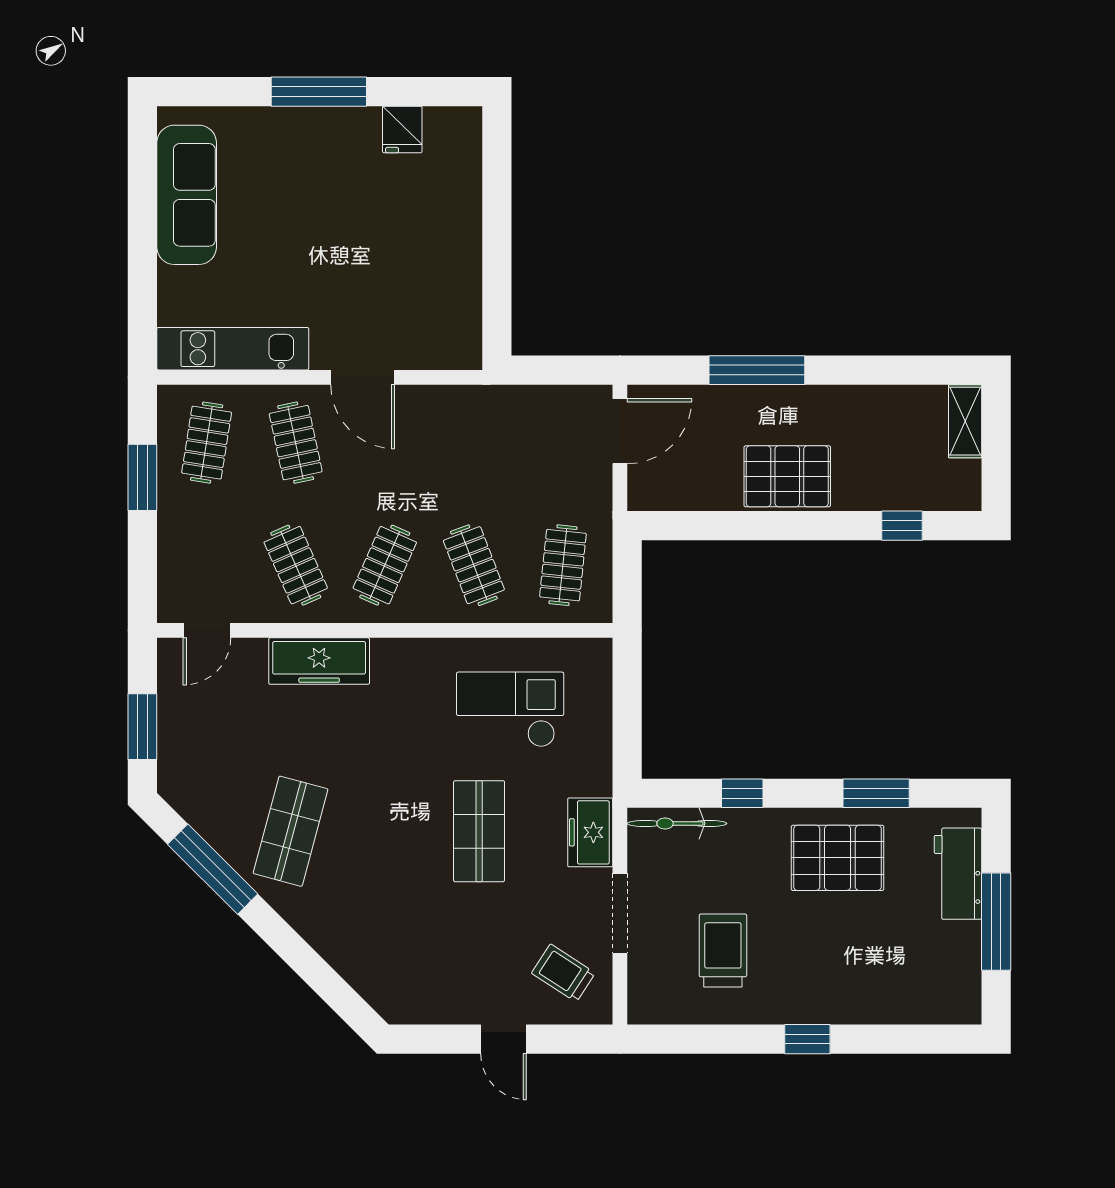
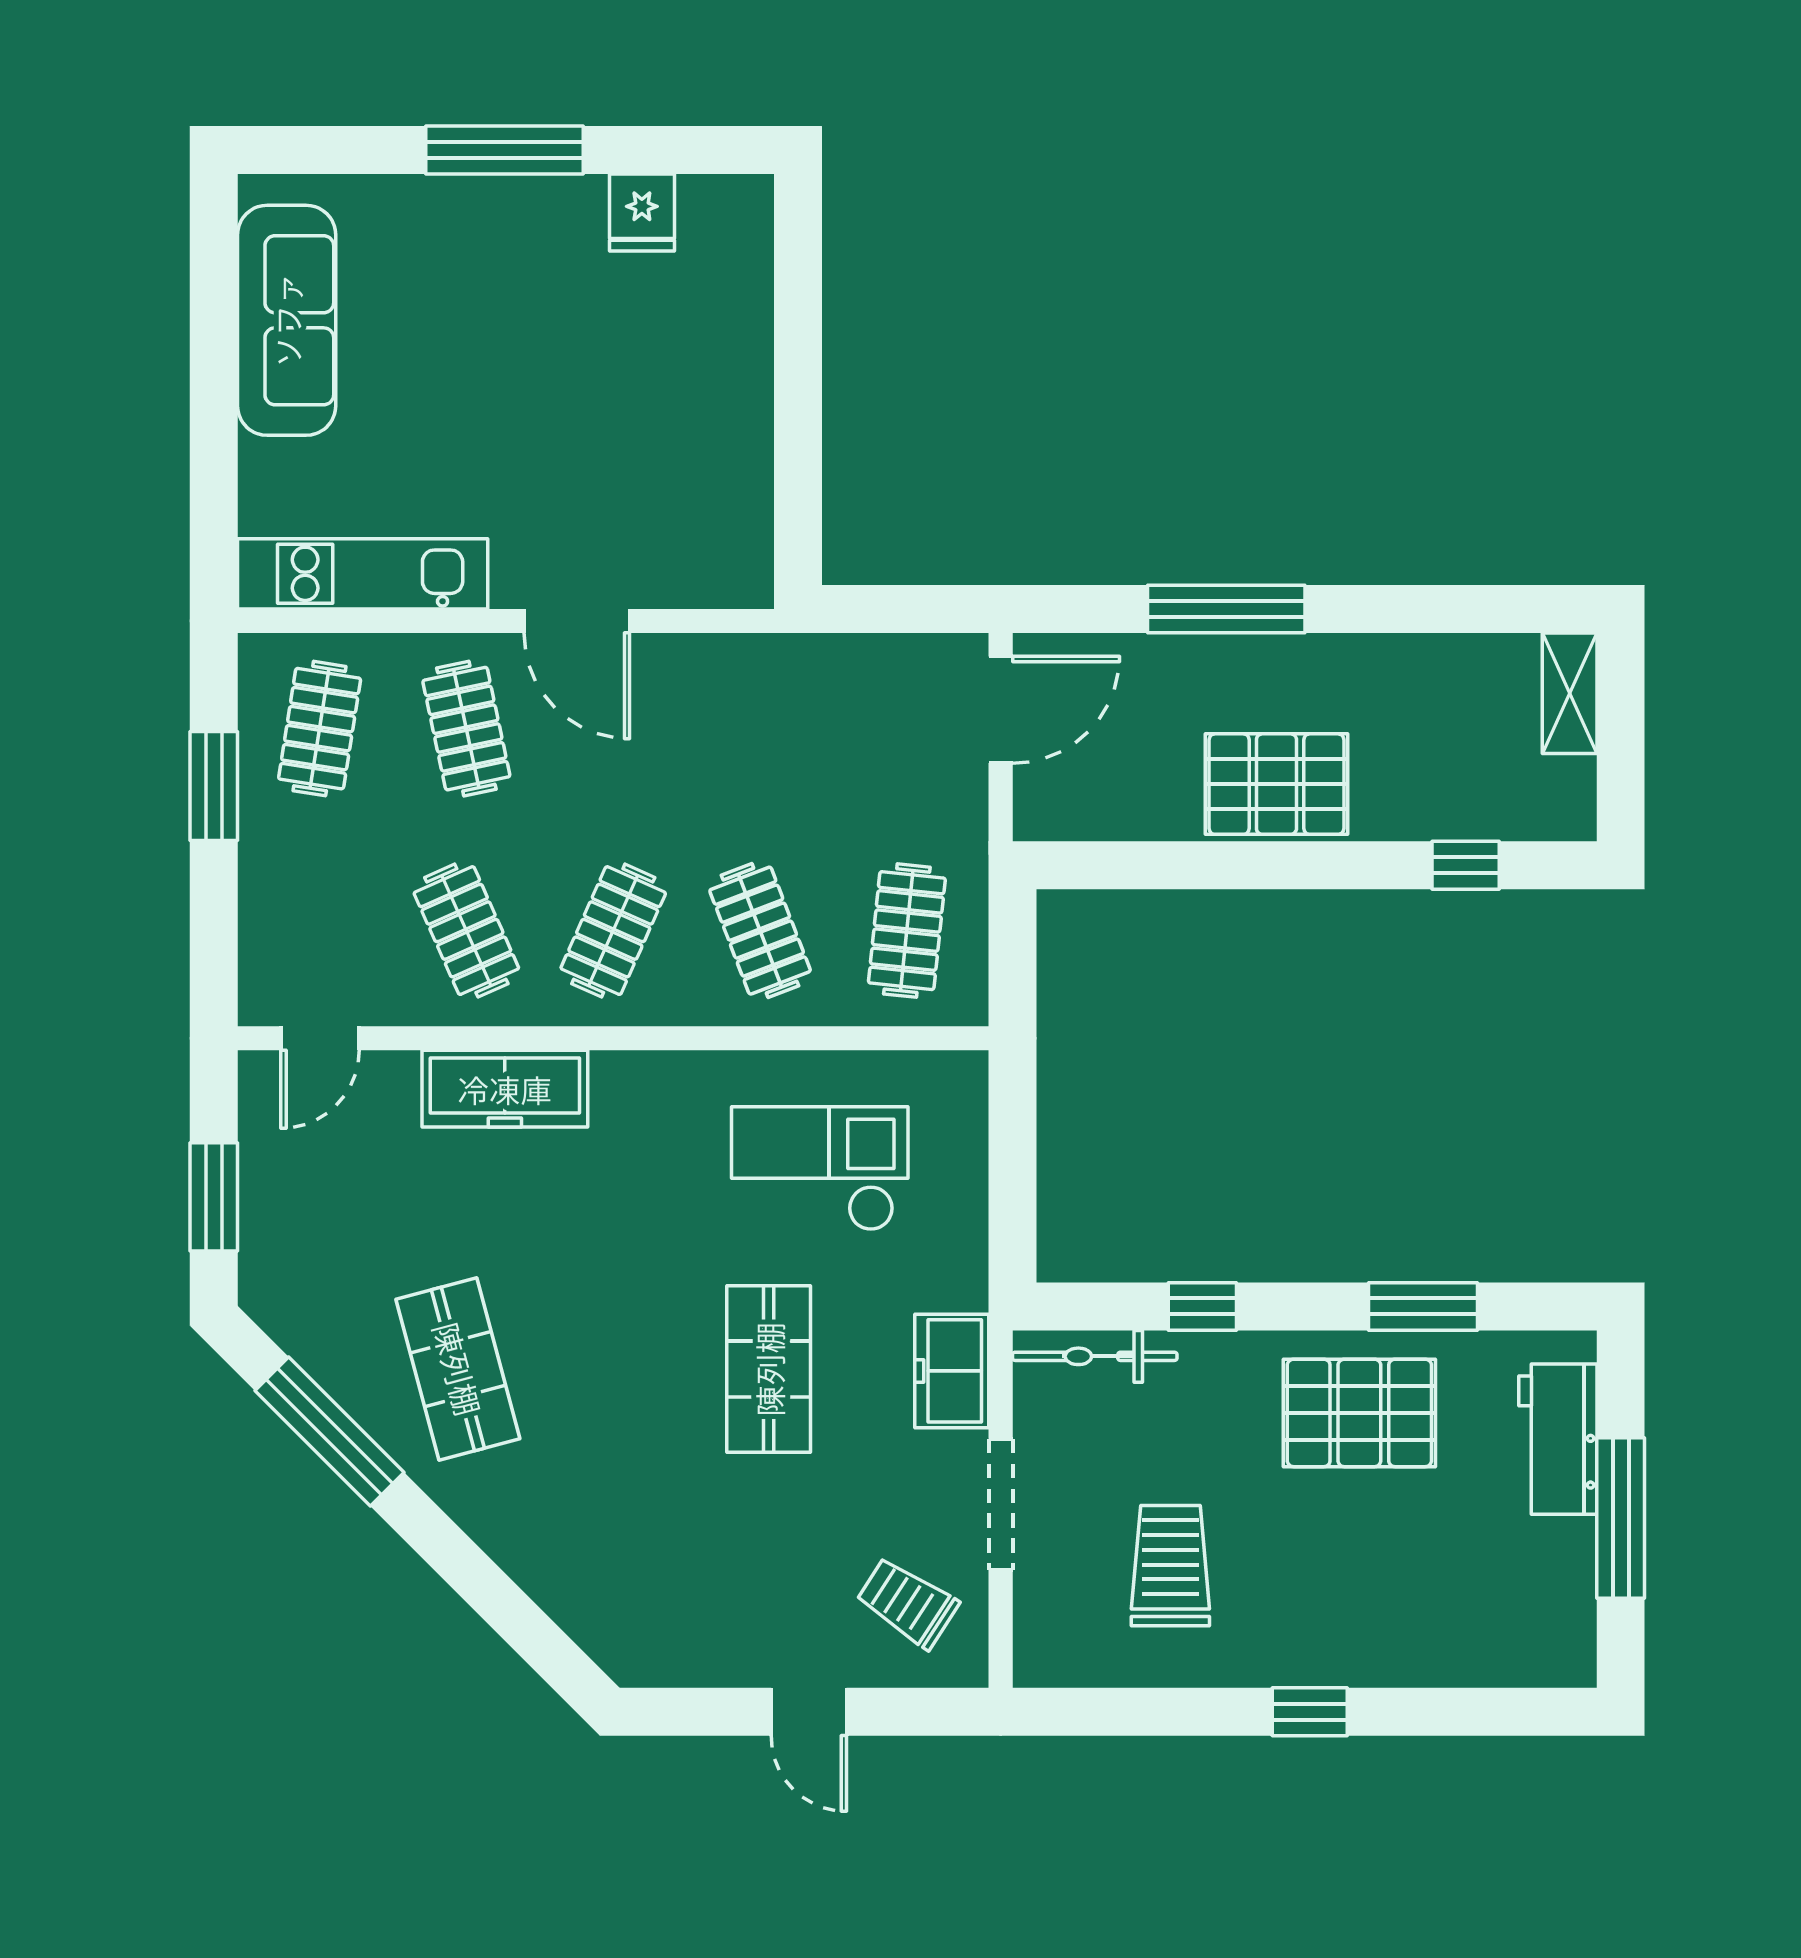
shop shelf: (291, 831) -> (458, 1369), turned -30

